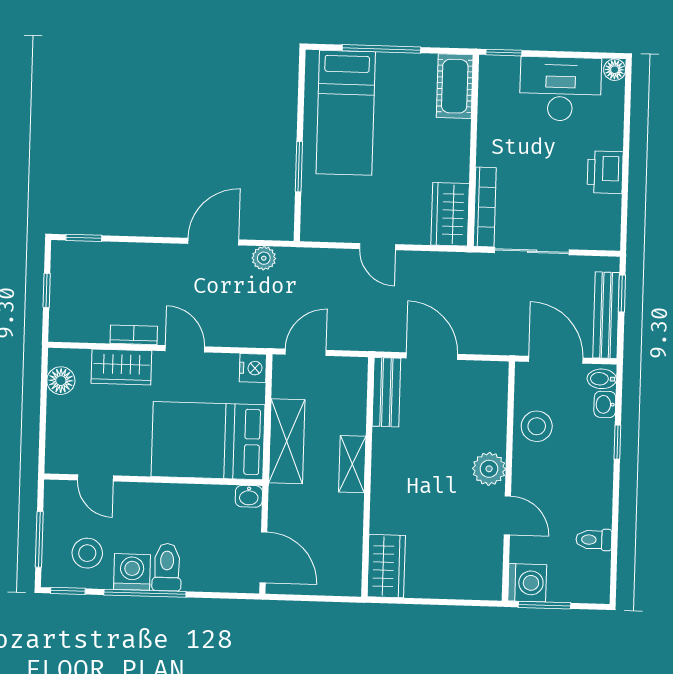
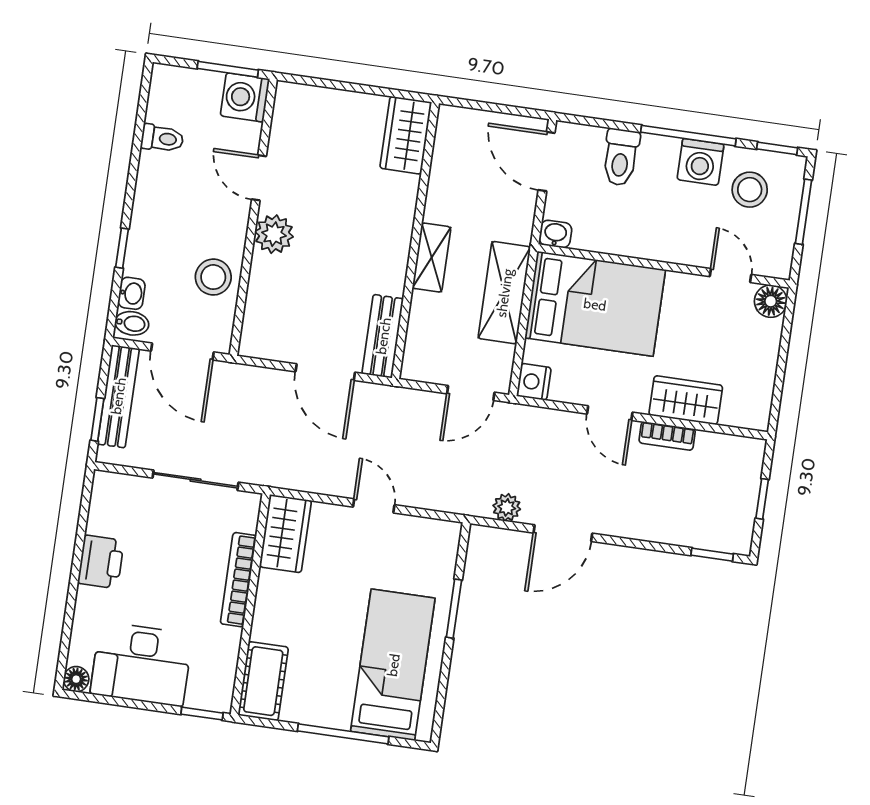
bookcase: (485, 207) -> (238, 580), moved
floor lamp: (61, 381) -> (771, 301), moved
toilet: (167, 567) -> (621, 157), moved

